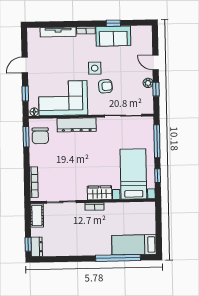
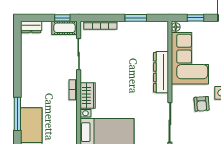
chair: (40, 136) -> (150, 33), removed
window: (26, 137) -> (136, 18), moved
window: (28, 244) -> (62, 18), moved
window: (118, 258) -> (17, 114), width x0.68

